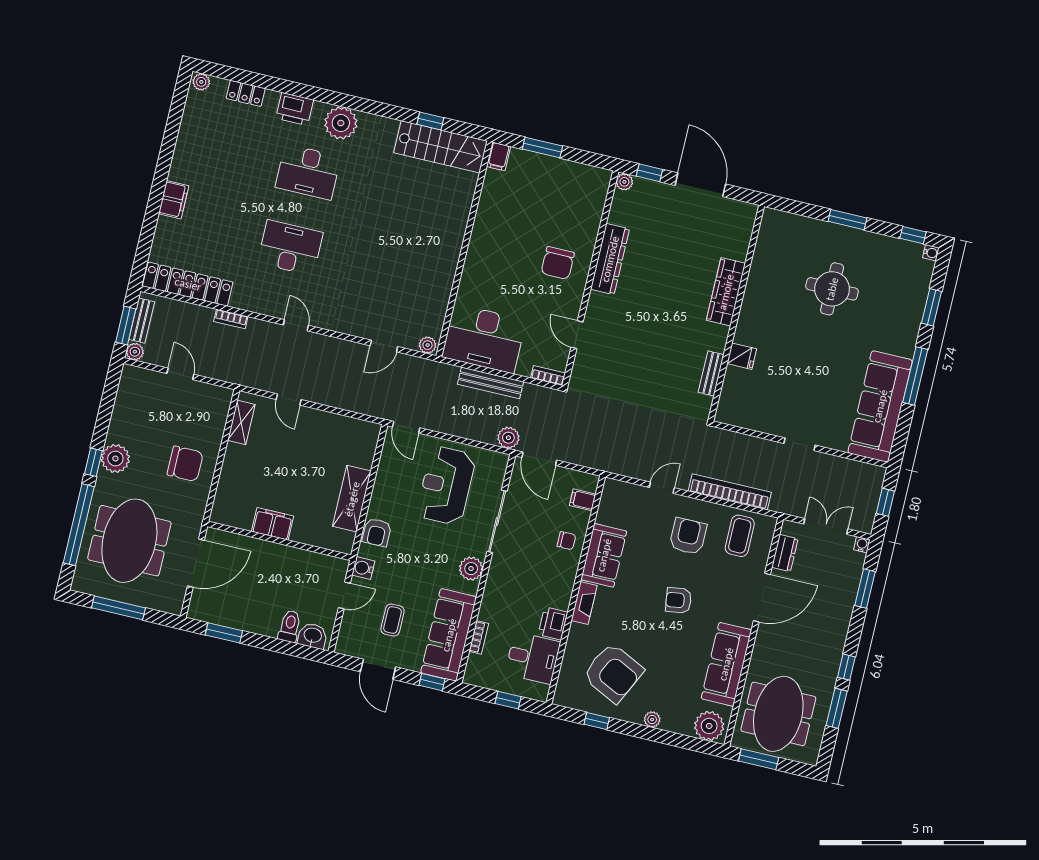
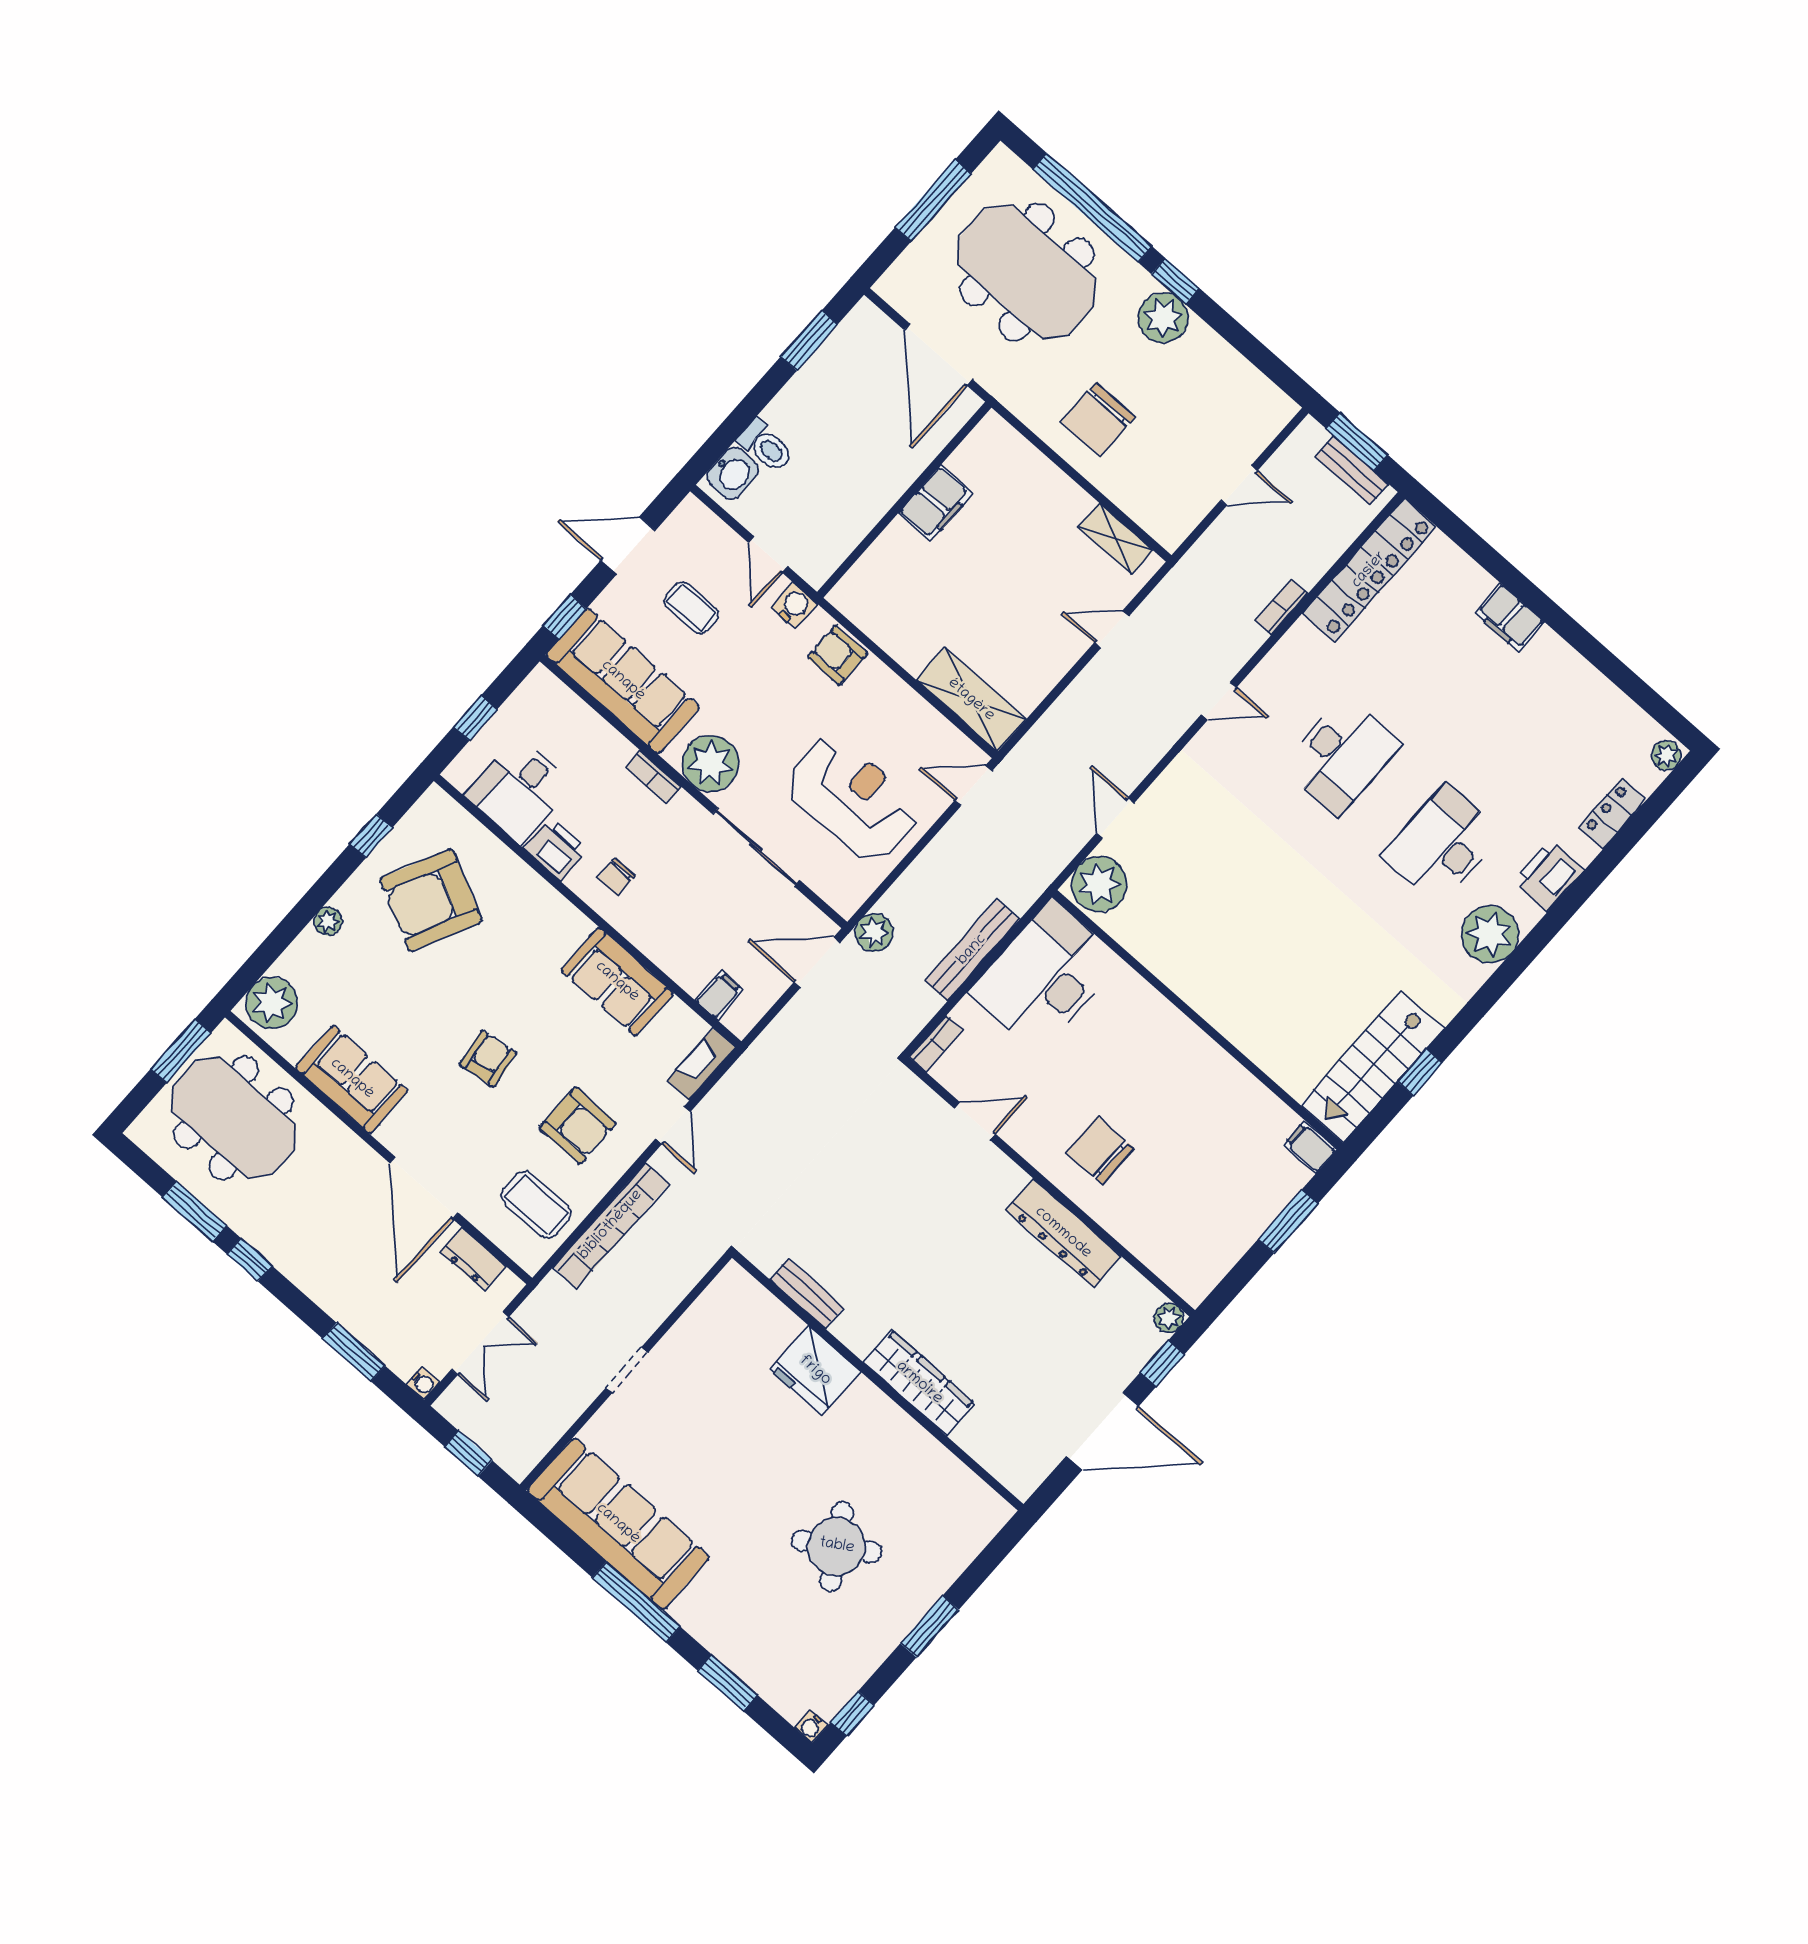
round table: (832, 289) -> (837, 1546), turned -32
plant: (428, 345) -> (1099, 884), width x1.87, depth x1.87
plant: (135, 352) -> (1310, 434), removed
fridge: (742, 356) -> (815, 1371), width x1.88, depth x1.34
shelving: (352, 499) -> (971, 700), moved
chair: (566, 541) -> (616, 877), moved
plant: (471, 569) -> (710, 763), width x1.36, depth x1.36
fireplace: (584, 603) -> (701, 1064), moved, turned 90
bookcase: (479, 637) -> (654, 777), moved
sofa: (726, 664) -> (352, 1079), width x0.73

